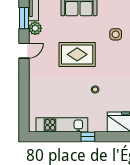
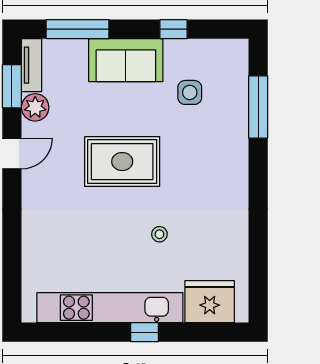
side table: (116, 34) -> (190, 92), moved
kitchen unit: (62, 125) -> (110, 308), width x1.36

